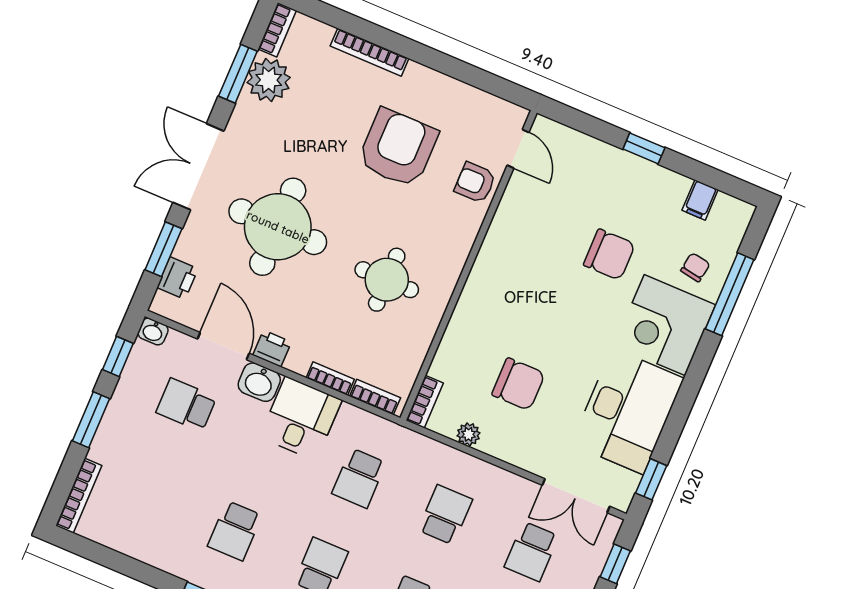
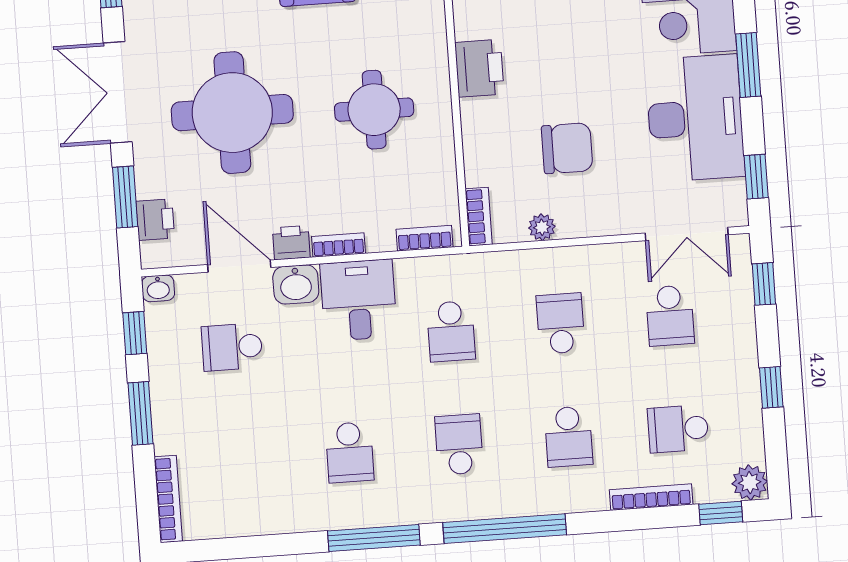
printer: (483, 289) -> (479, 68), added
bookcase: (330, 379) -> (338, 245), moved
window: (688, 391) -> (748, 65), added

